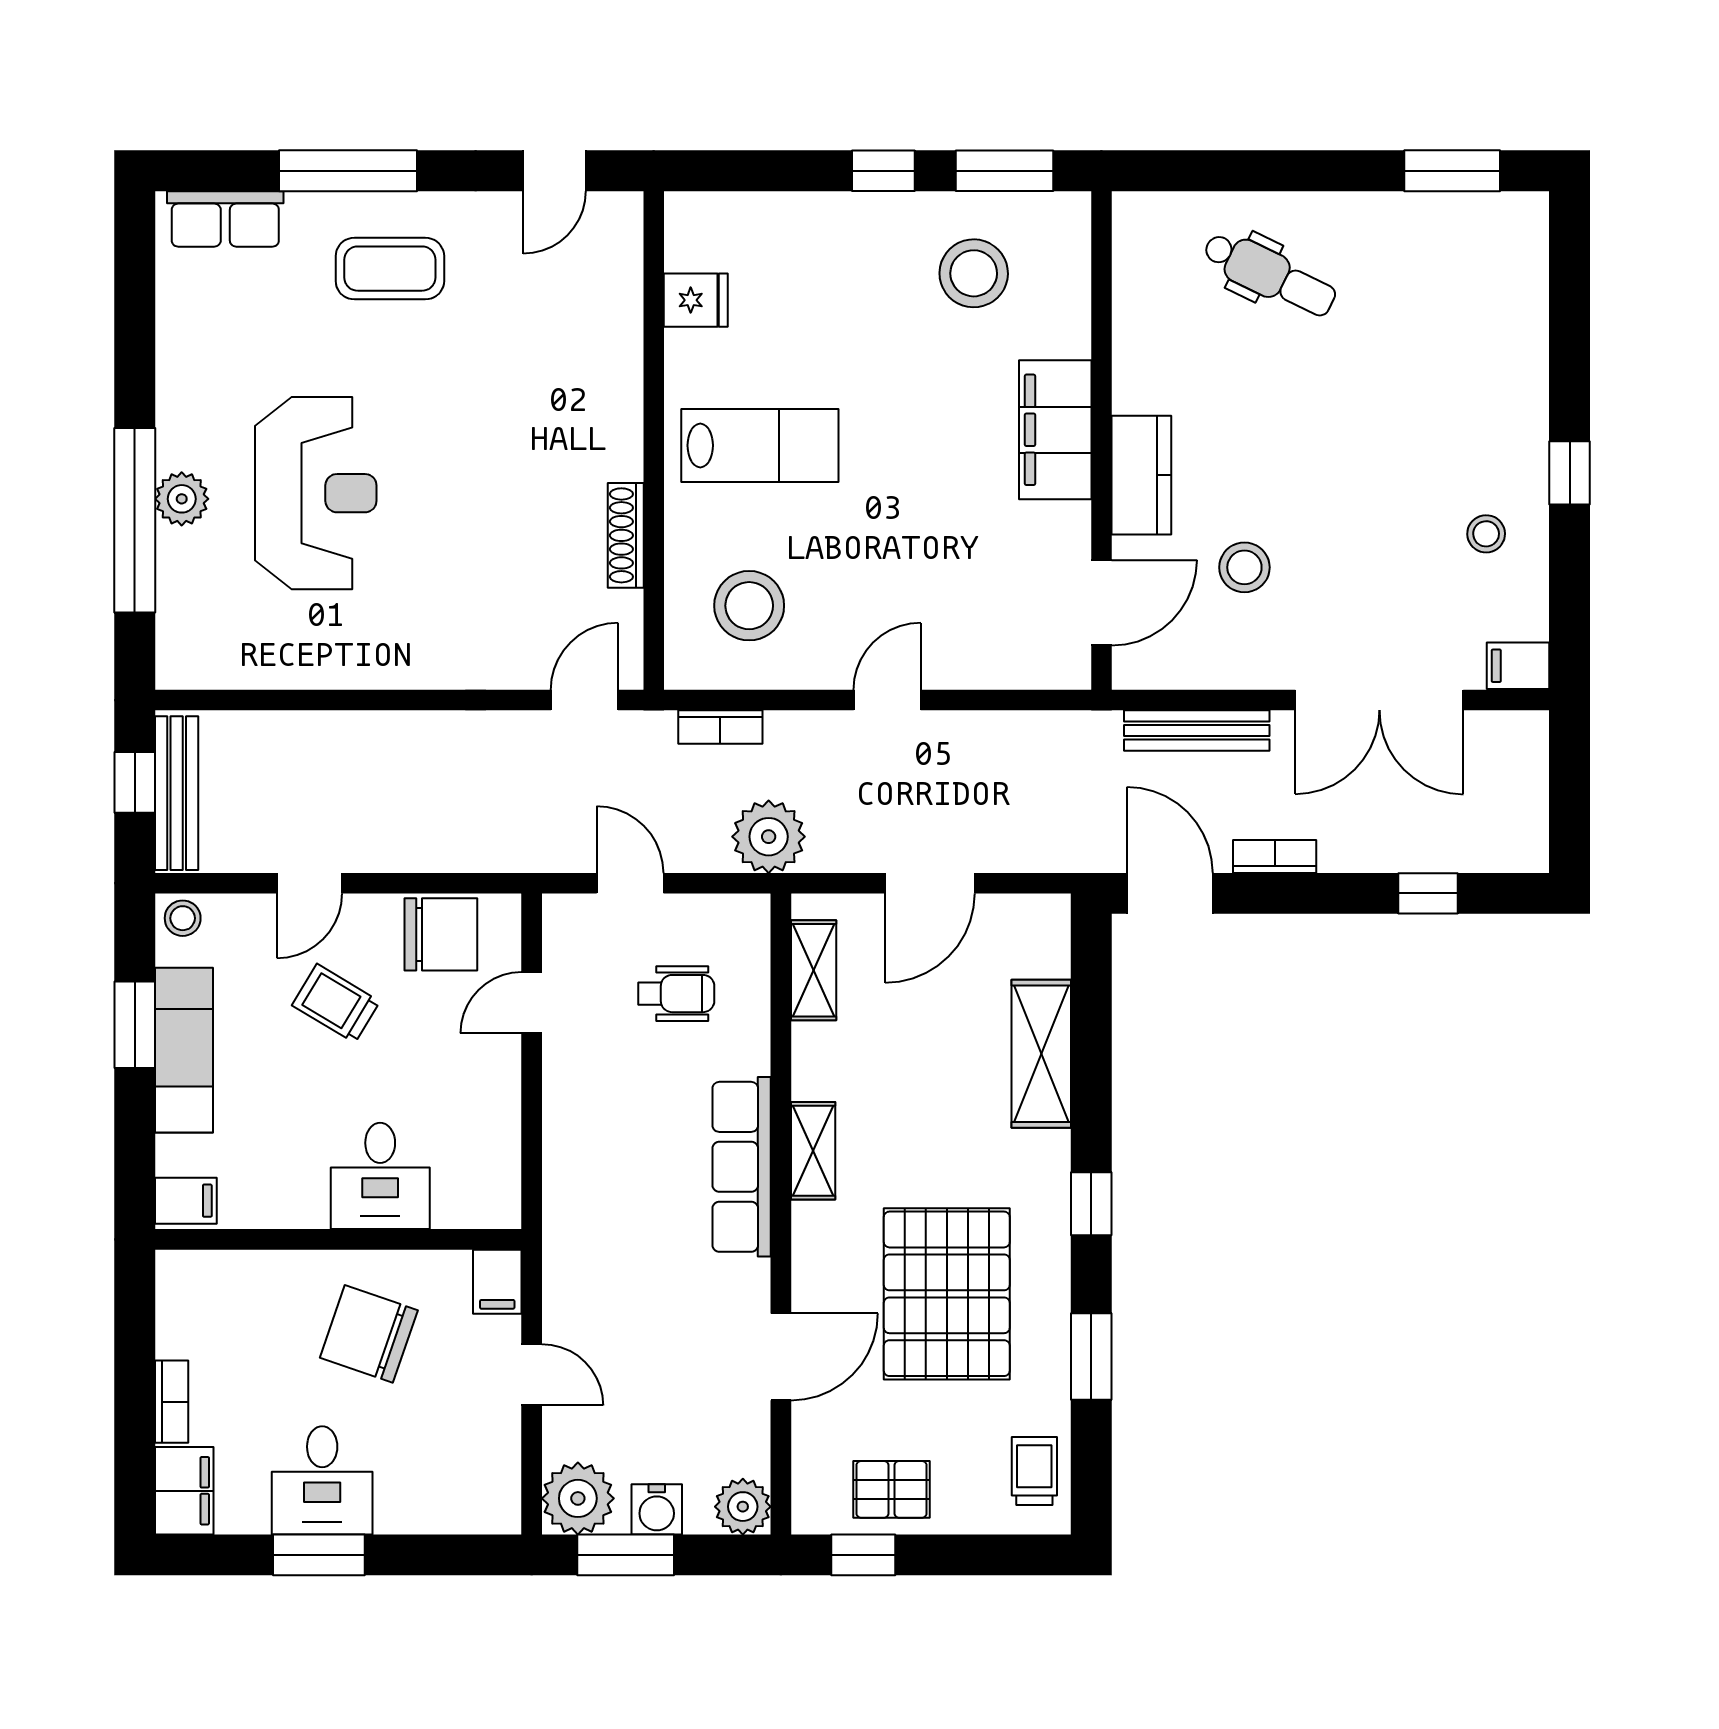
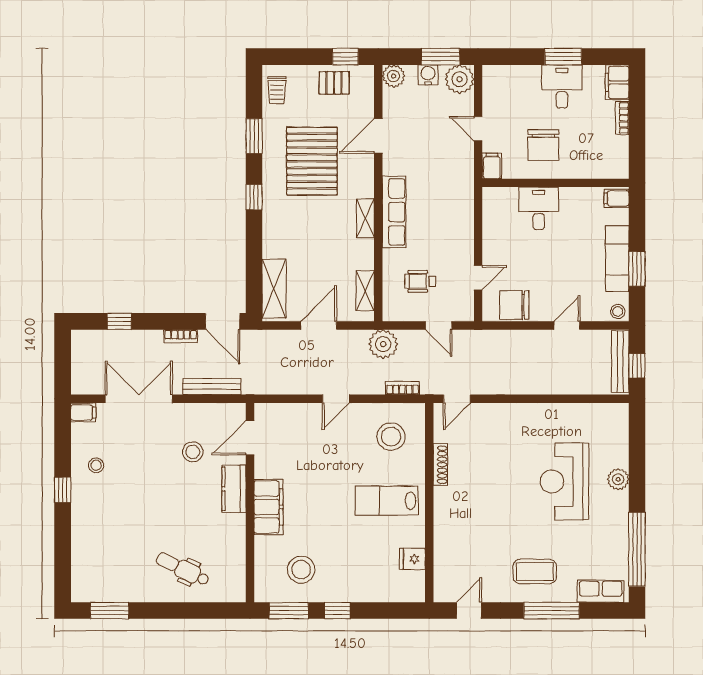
window: (135, 520) -> (637, 549), moved
trolley: (336, 1003) -> (556, 277), removed
shelving: (1041, 1054) -> (274, 289), moved
chair: (369, 1334) -> (543, 145), turned 71

